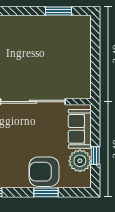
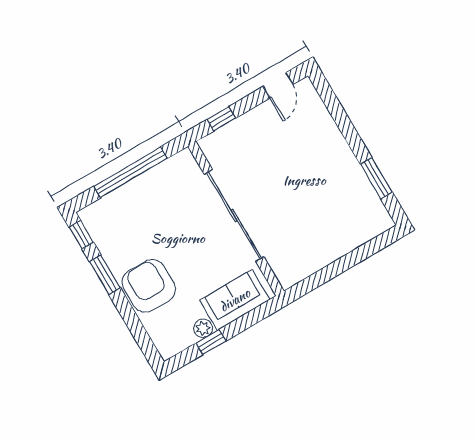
plant: (80, 161) -> (203, 328), width x0.53, depth x0.53
window: (46, 192) -> (105, 275), moved

